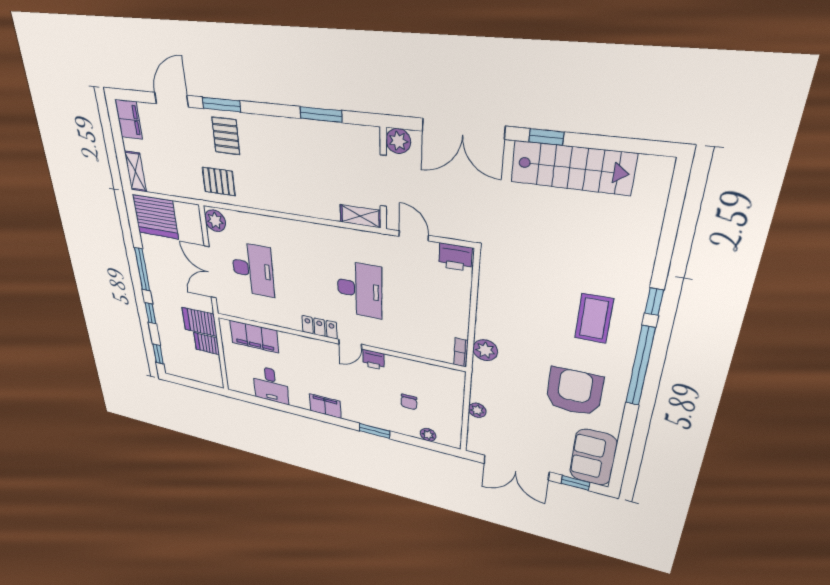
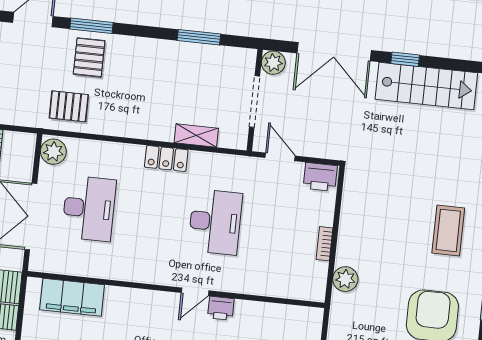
shelving: (360, 216) -> (196, 135), moved
locker: (320, 327) -> (166, 158), moved, turned 180
bookcase: (461, 353) -> (324, 244), moved

